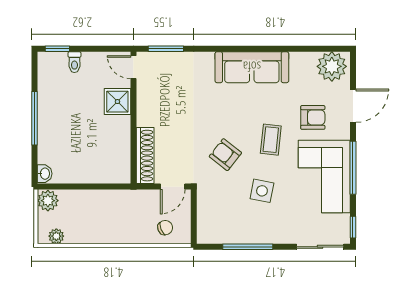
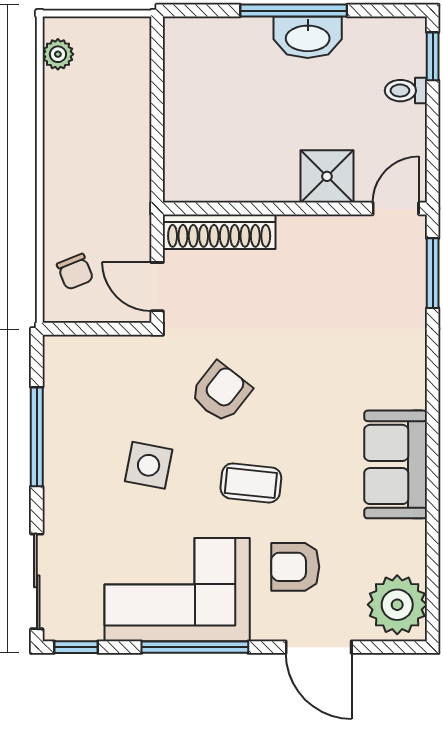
sofa: (252, 67) -> (396, 464), width x0.73
armchair: (313, 117) -> (295, 567), turned 90
washbasin: (45, 174) -> (308, 37), moved, width x1.91, depth x1.45
plant: (48, 201) -> (129, 37), removed

